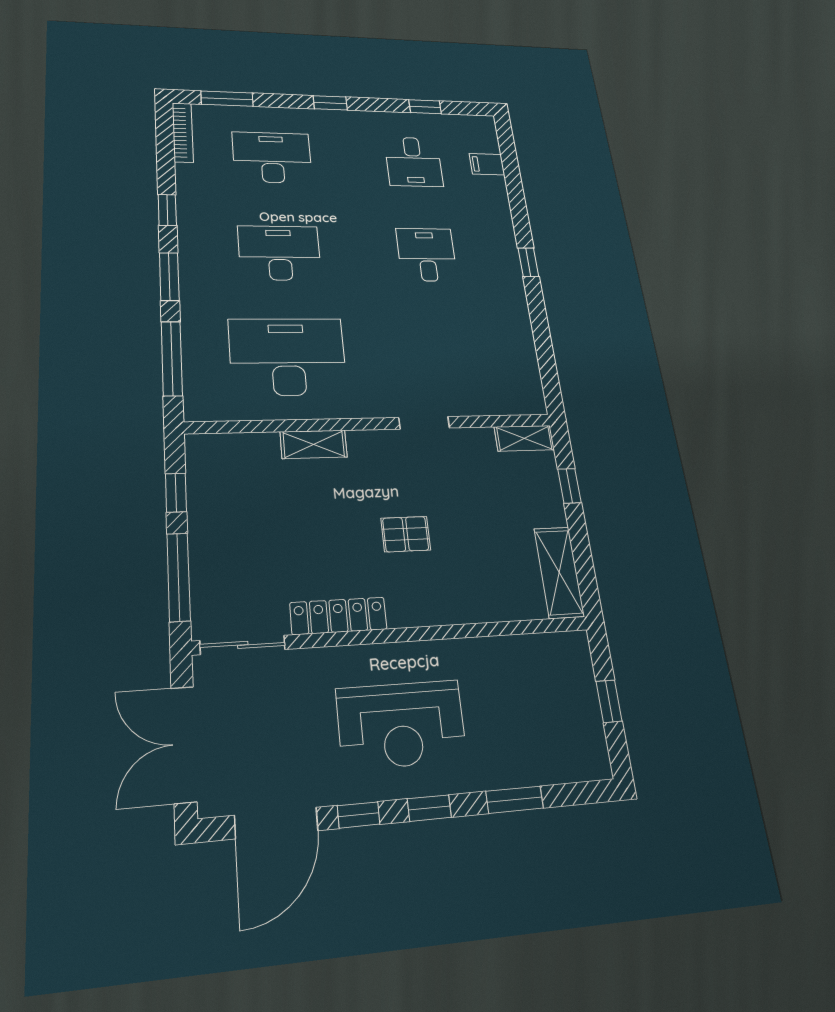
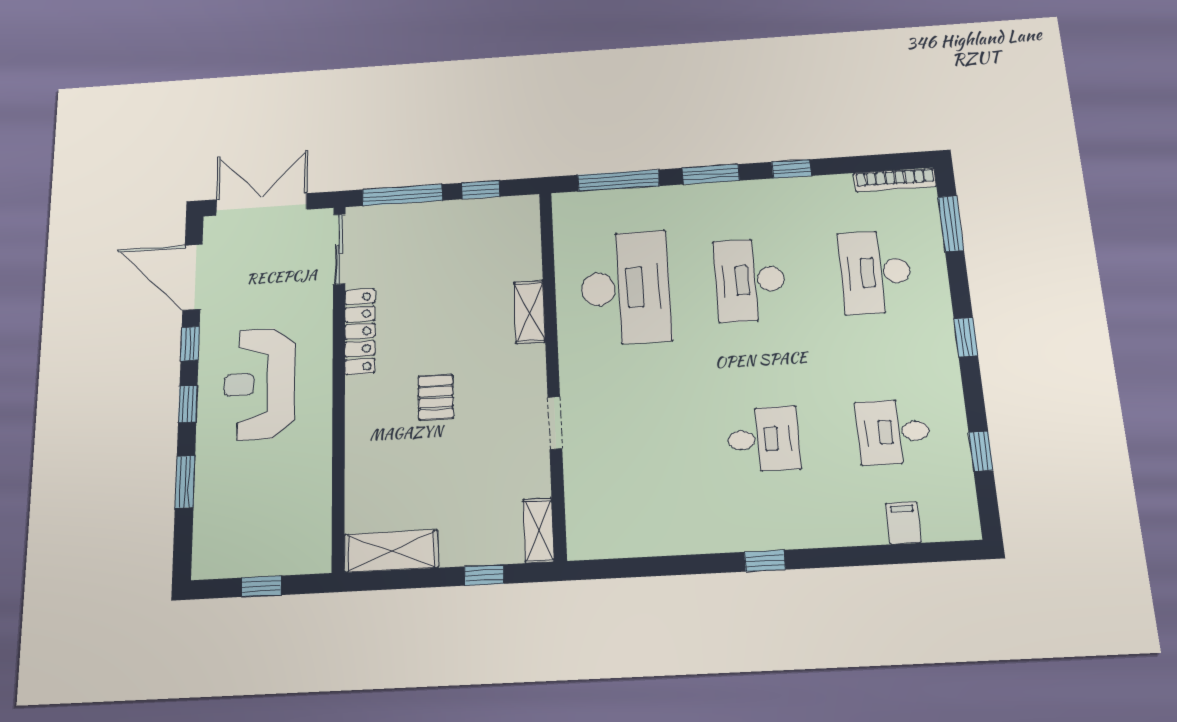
desk: (272, 158) -> (875, 272), turned 180
desk: (279, 253) -> (750, 280), turned 180

